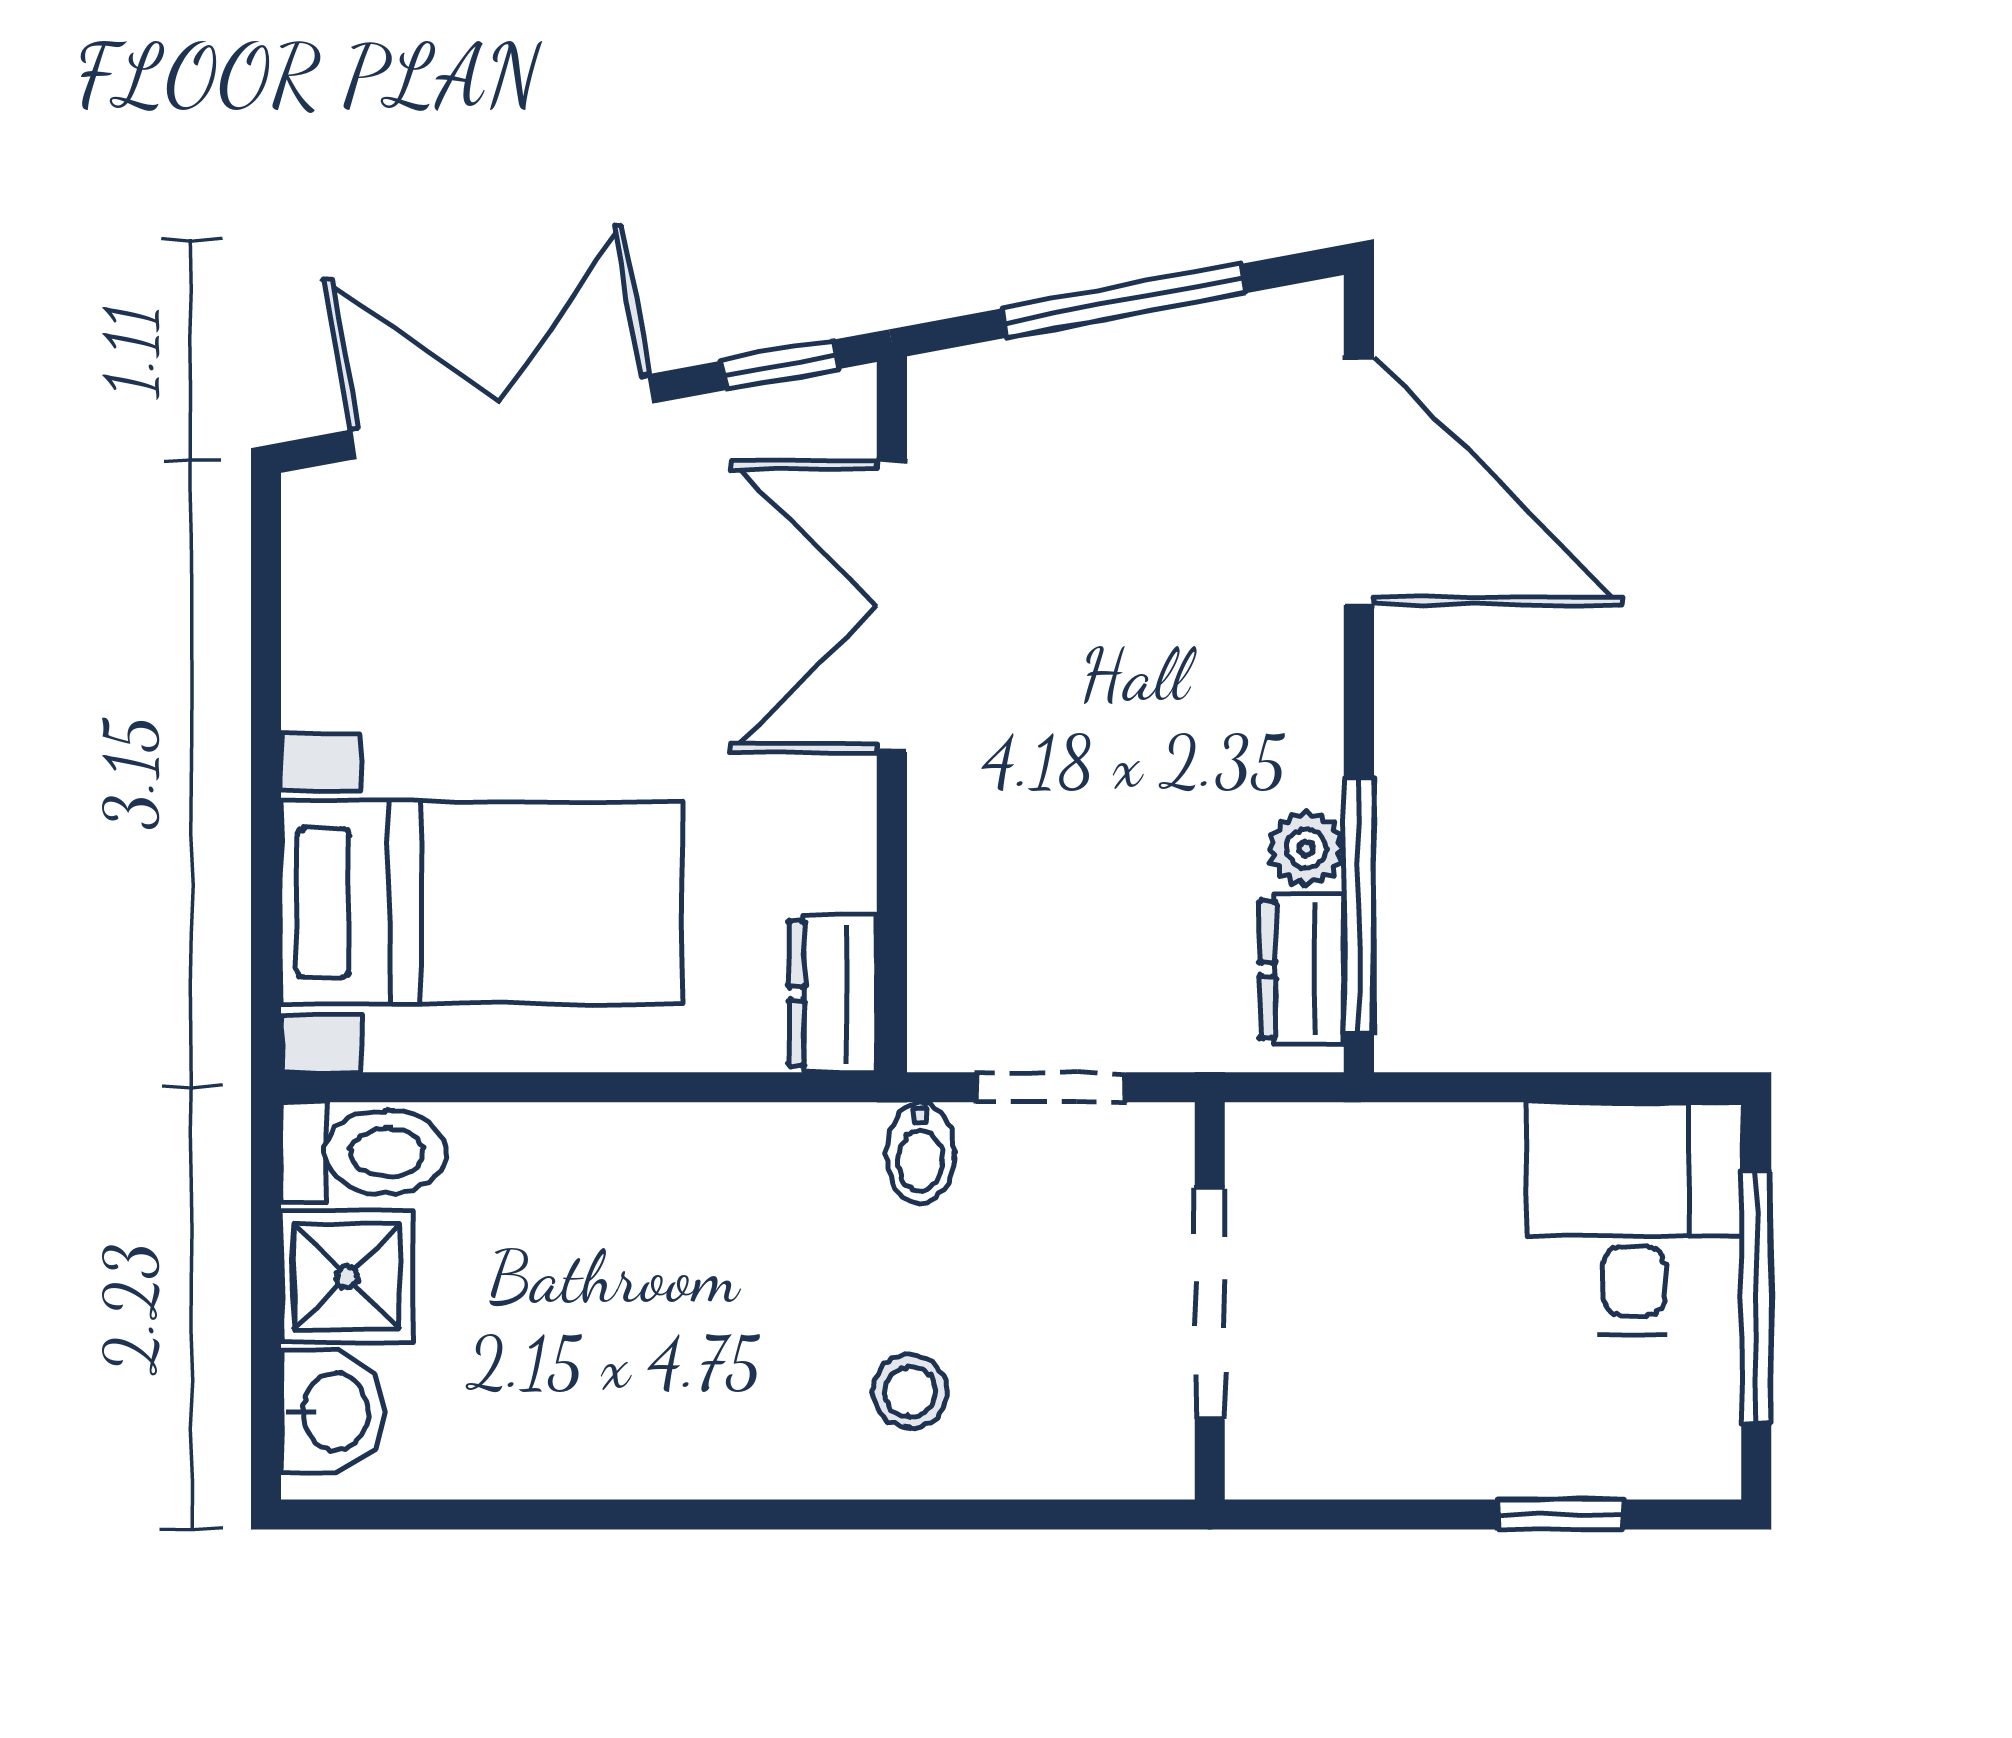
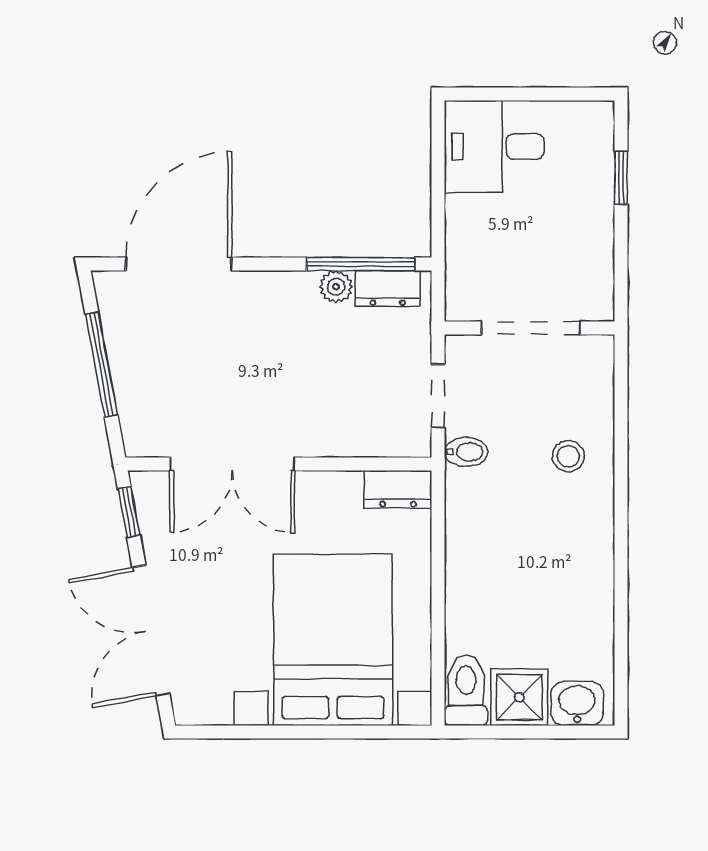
bed with nightstands: (481, 903) -> (333, 640), width x1.36
window: (1756, 1297) -> (528, 94), removed

